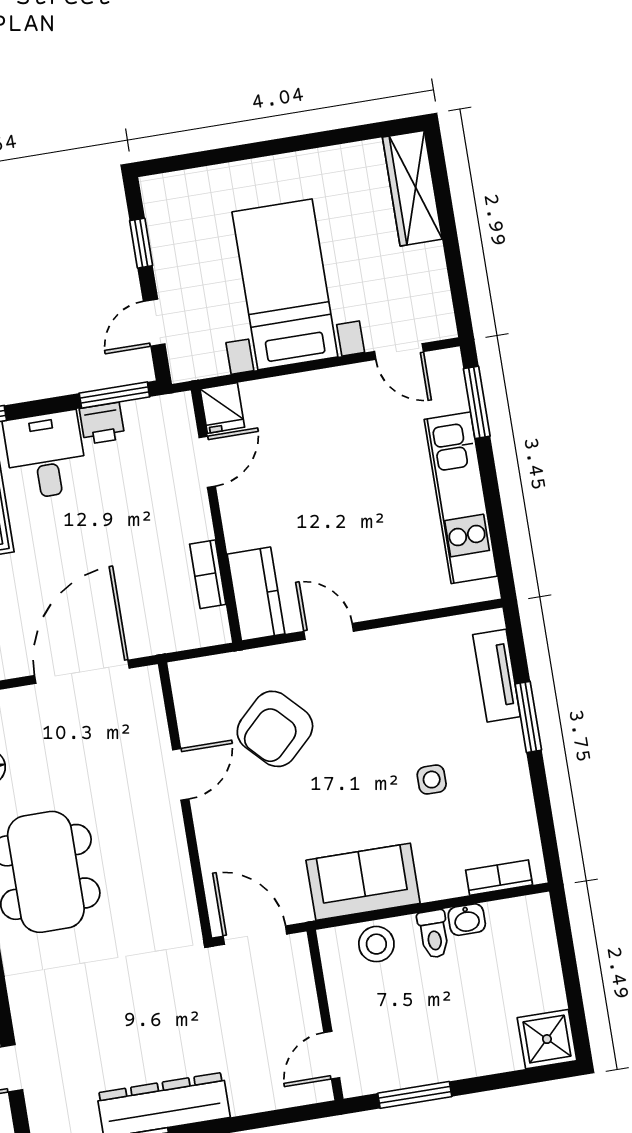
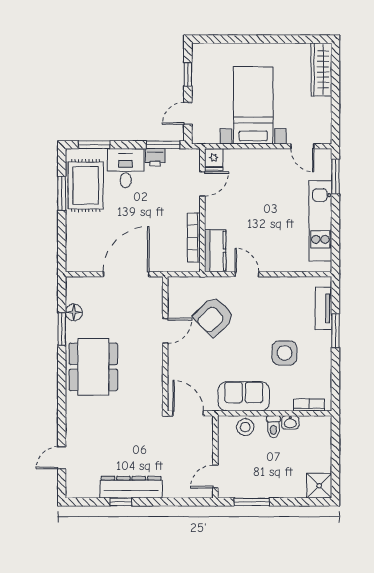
bookcase: (208, 574) -> (194, 238), width x1.56
side table: (432, 780) -> (284, 353), width x1.87, depth x1.87

